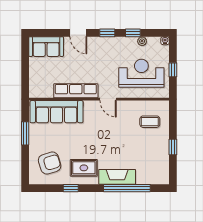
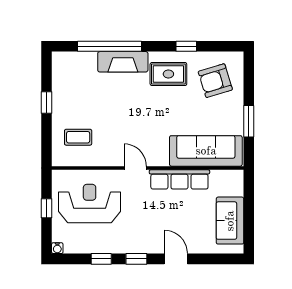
plant: (142, 41) -> (89, 247), removed
sofa: (46, 47) -> (230, 221), moved, turned -90
reception desk: (141, 73) -> (90, 204), turned 180

